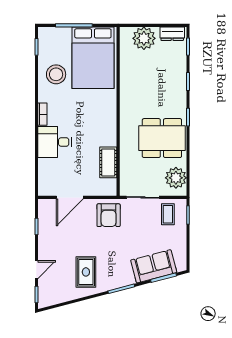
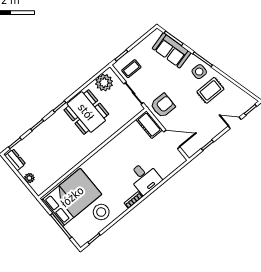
plant: (144, 38) -> (29, 178), width x0.53, depth x0.53
cot: (108, 162) -> (149, 125), moved, turned 90
side table: (112, 276) -> (199, 72), added

